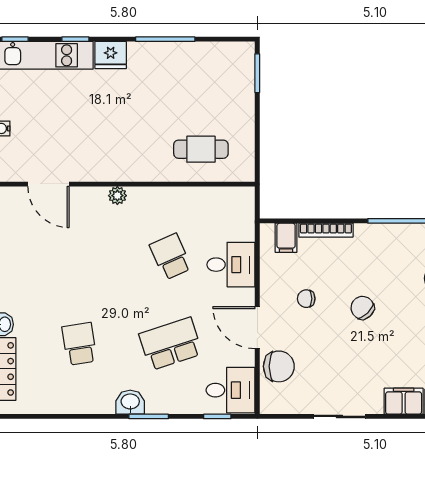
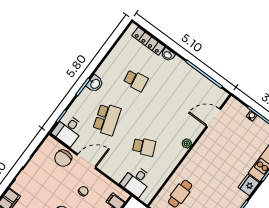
desk: (231, 265) -> (136, 181), moved

